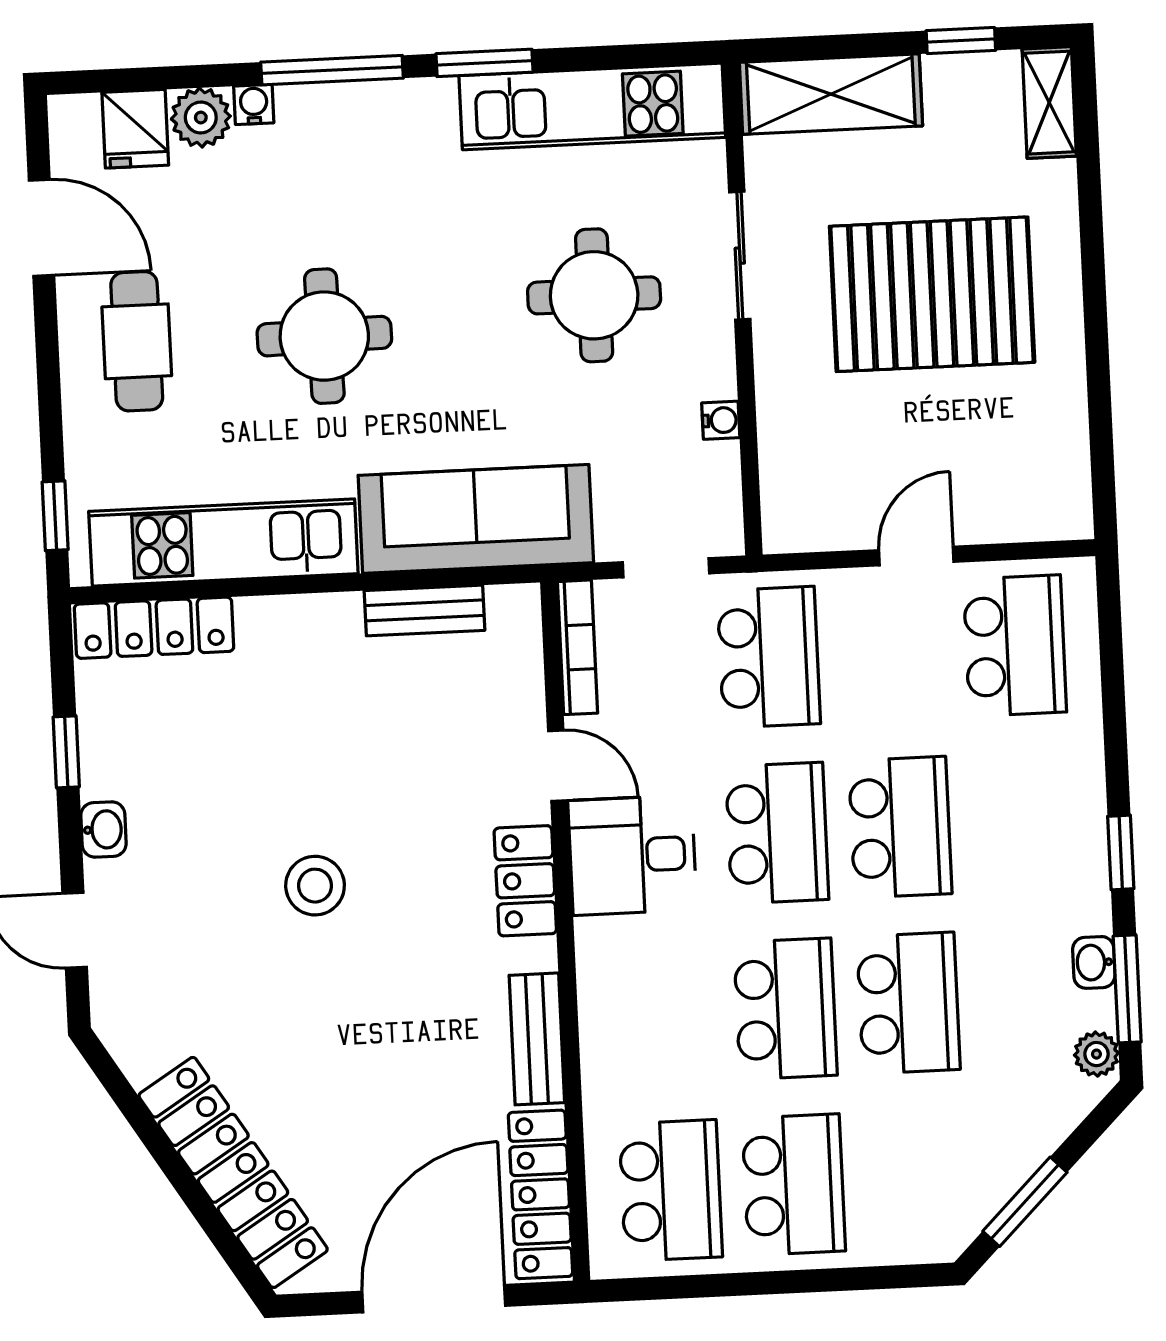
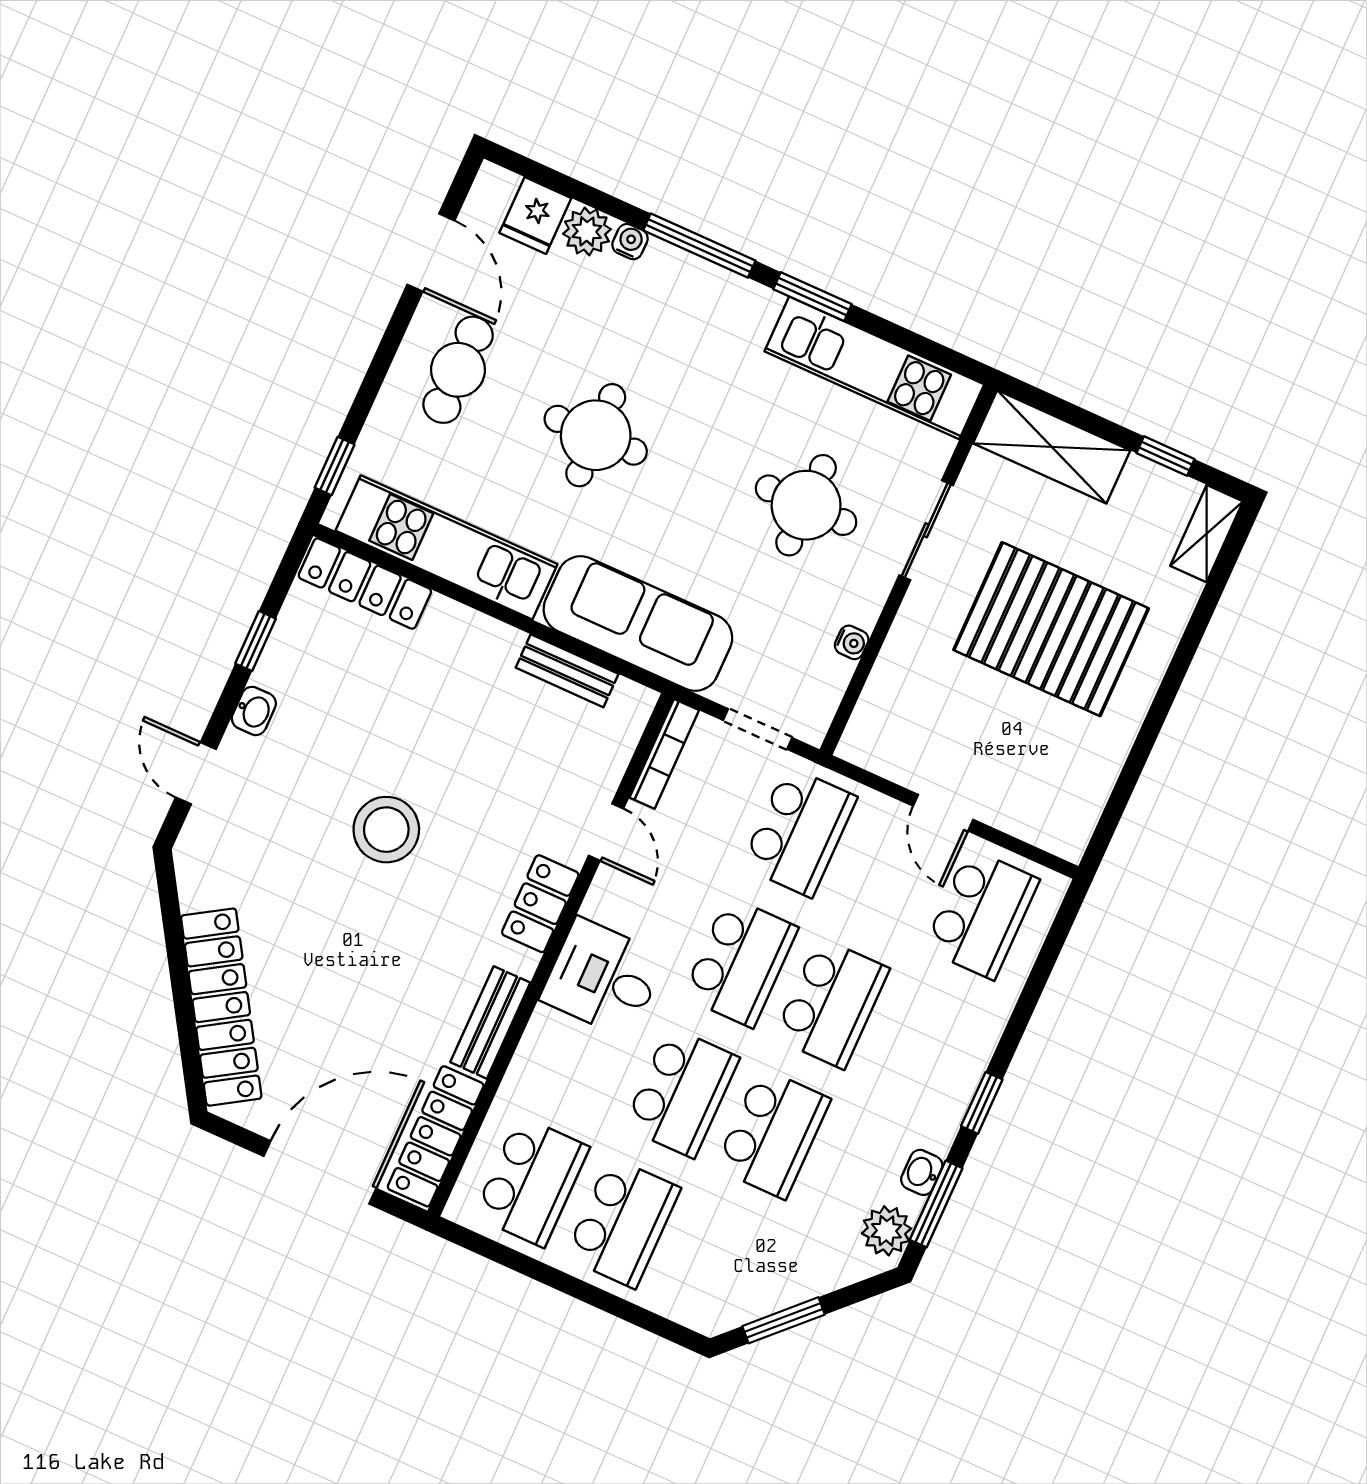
door: (916, 556) -> (943, 813), swing flipped
desk: (632, 855) -> (603, 978), moved
stool: (315, 886) -> (386, 830), width x1.38, depth x1.38
plant: (1096, 1054) -> (886, 1231), width x1.38, depth x1.38

